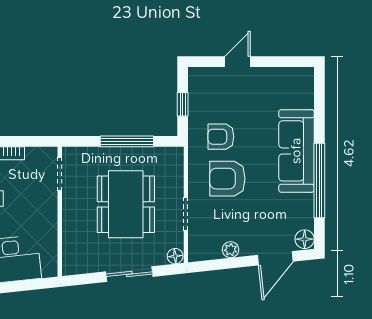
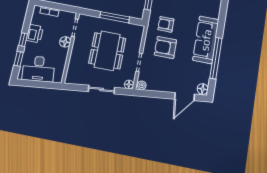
floor lamp: (48, 203) -> (65, 42), added
plant: (230, 250) -> (142, 85), moved

